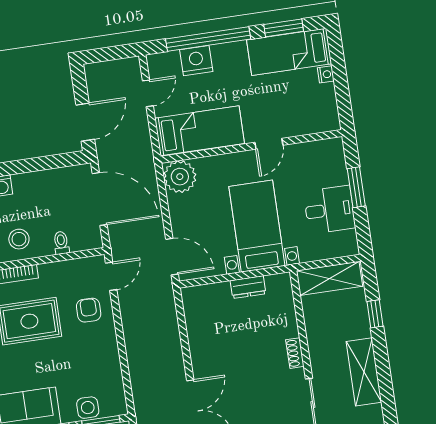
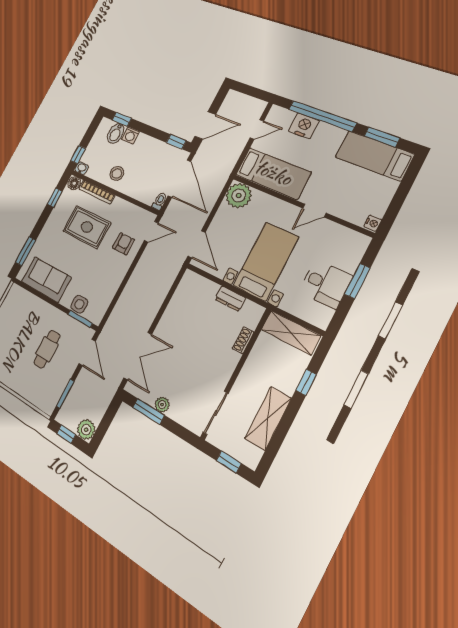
nightstand: (326, 74) -> (373, 223), moved
window: (64, 160) -> (176, 142), added
toilet: (61, 243) -> (160, 201), moved
shoe rack: (295, 353) -> (243, 340), moved

